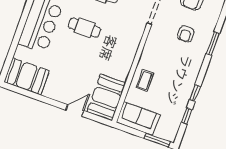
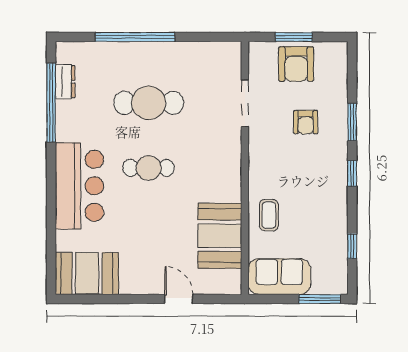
window: (195, 93) -> (352, 173), moved
booth: (106, 97) -> (220, 236), moved
door: (75, 110) -> (179, 299), hinge flipped

